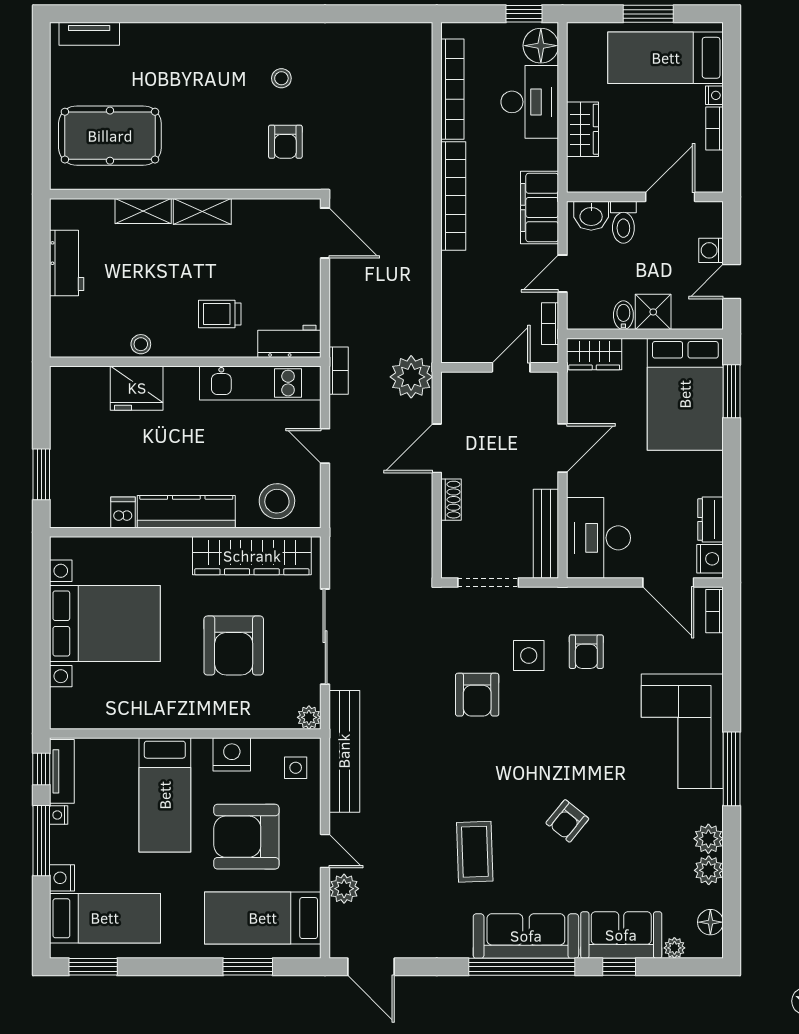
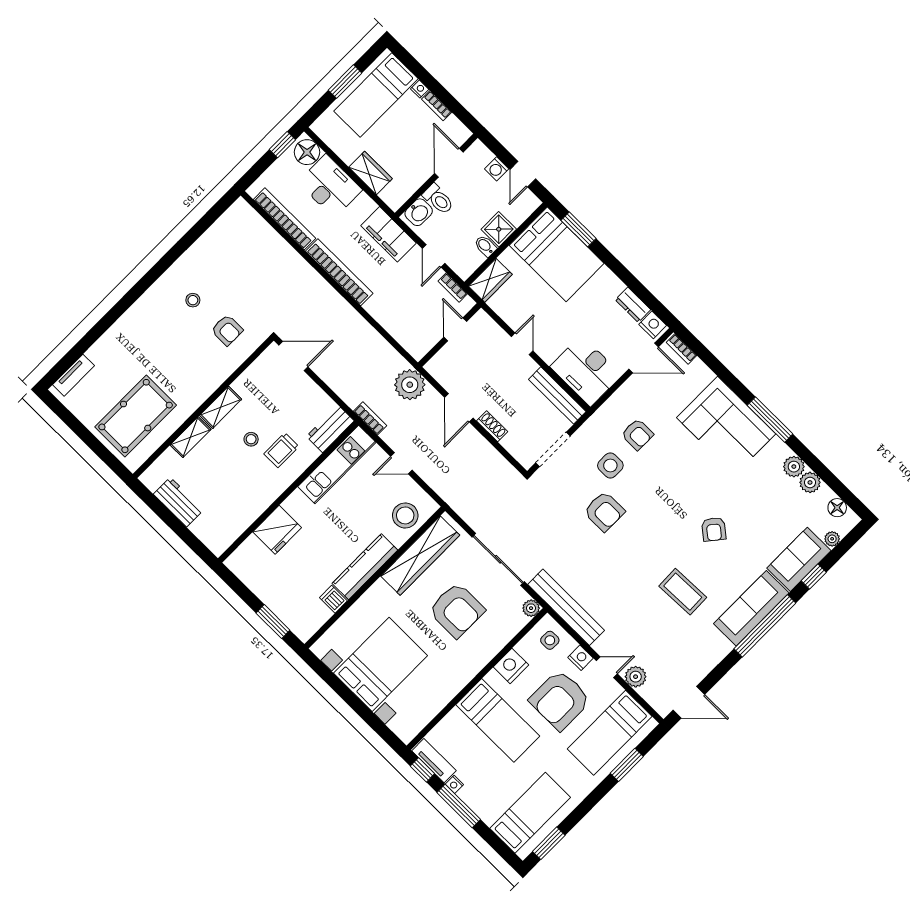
stool: (141, 344) -> (251, 439), moved
door: (563, 448) -> (522, 344), width x0.73
nightstand: (62, 878) -> (581, 658), moved, turned 180

